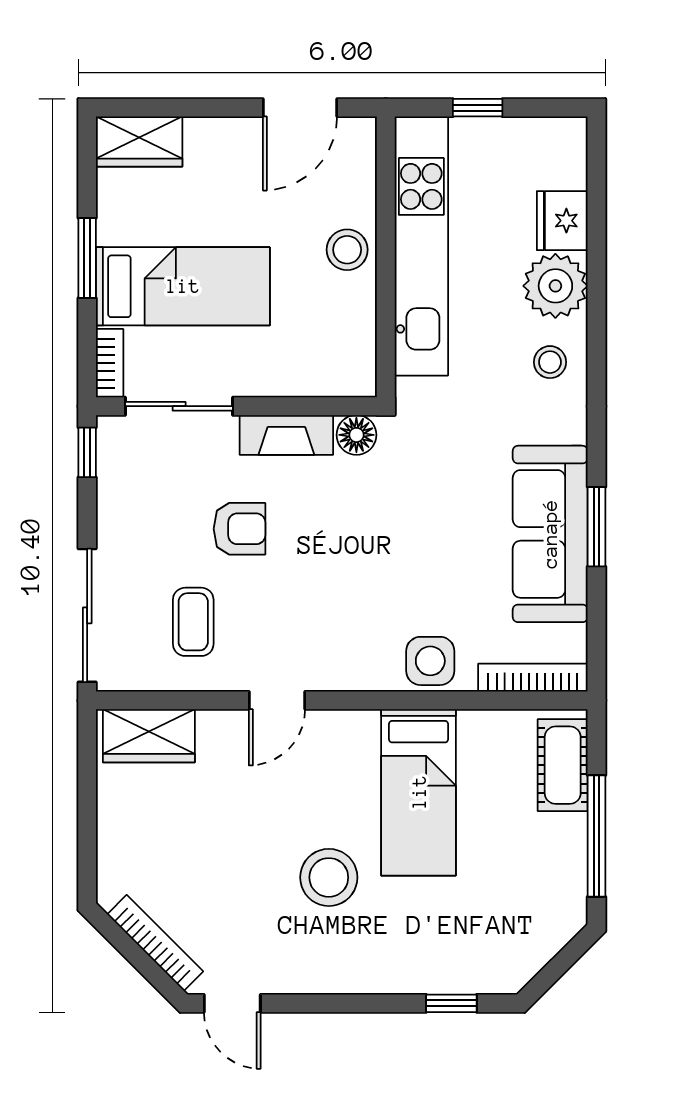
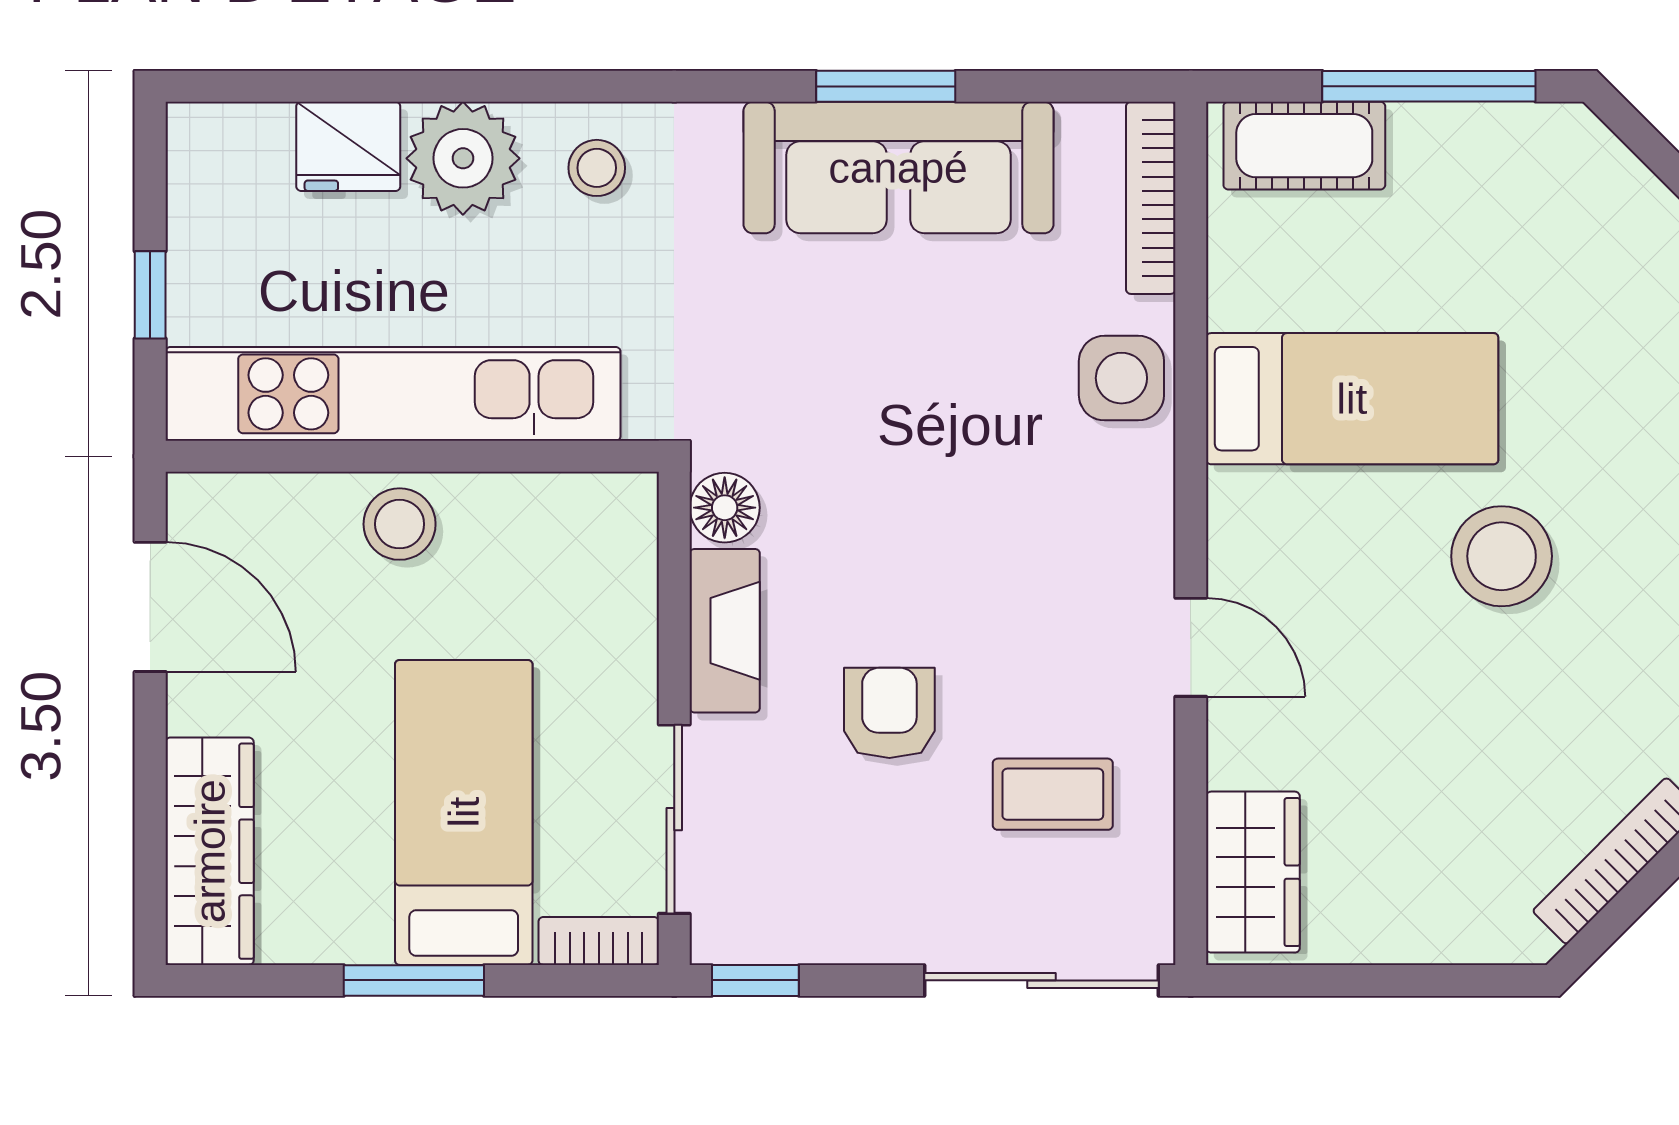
wardrobe: (139, 142) -> (210, 851), width x1.50

